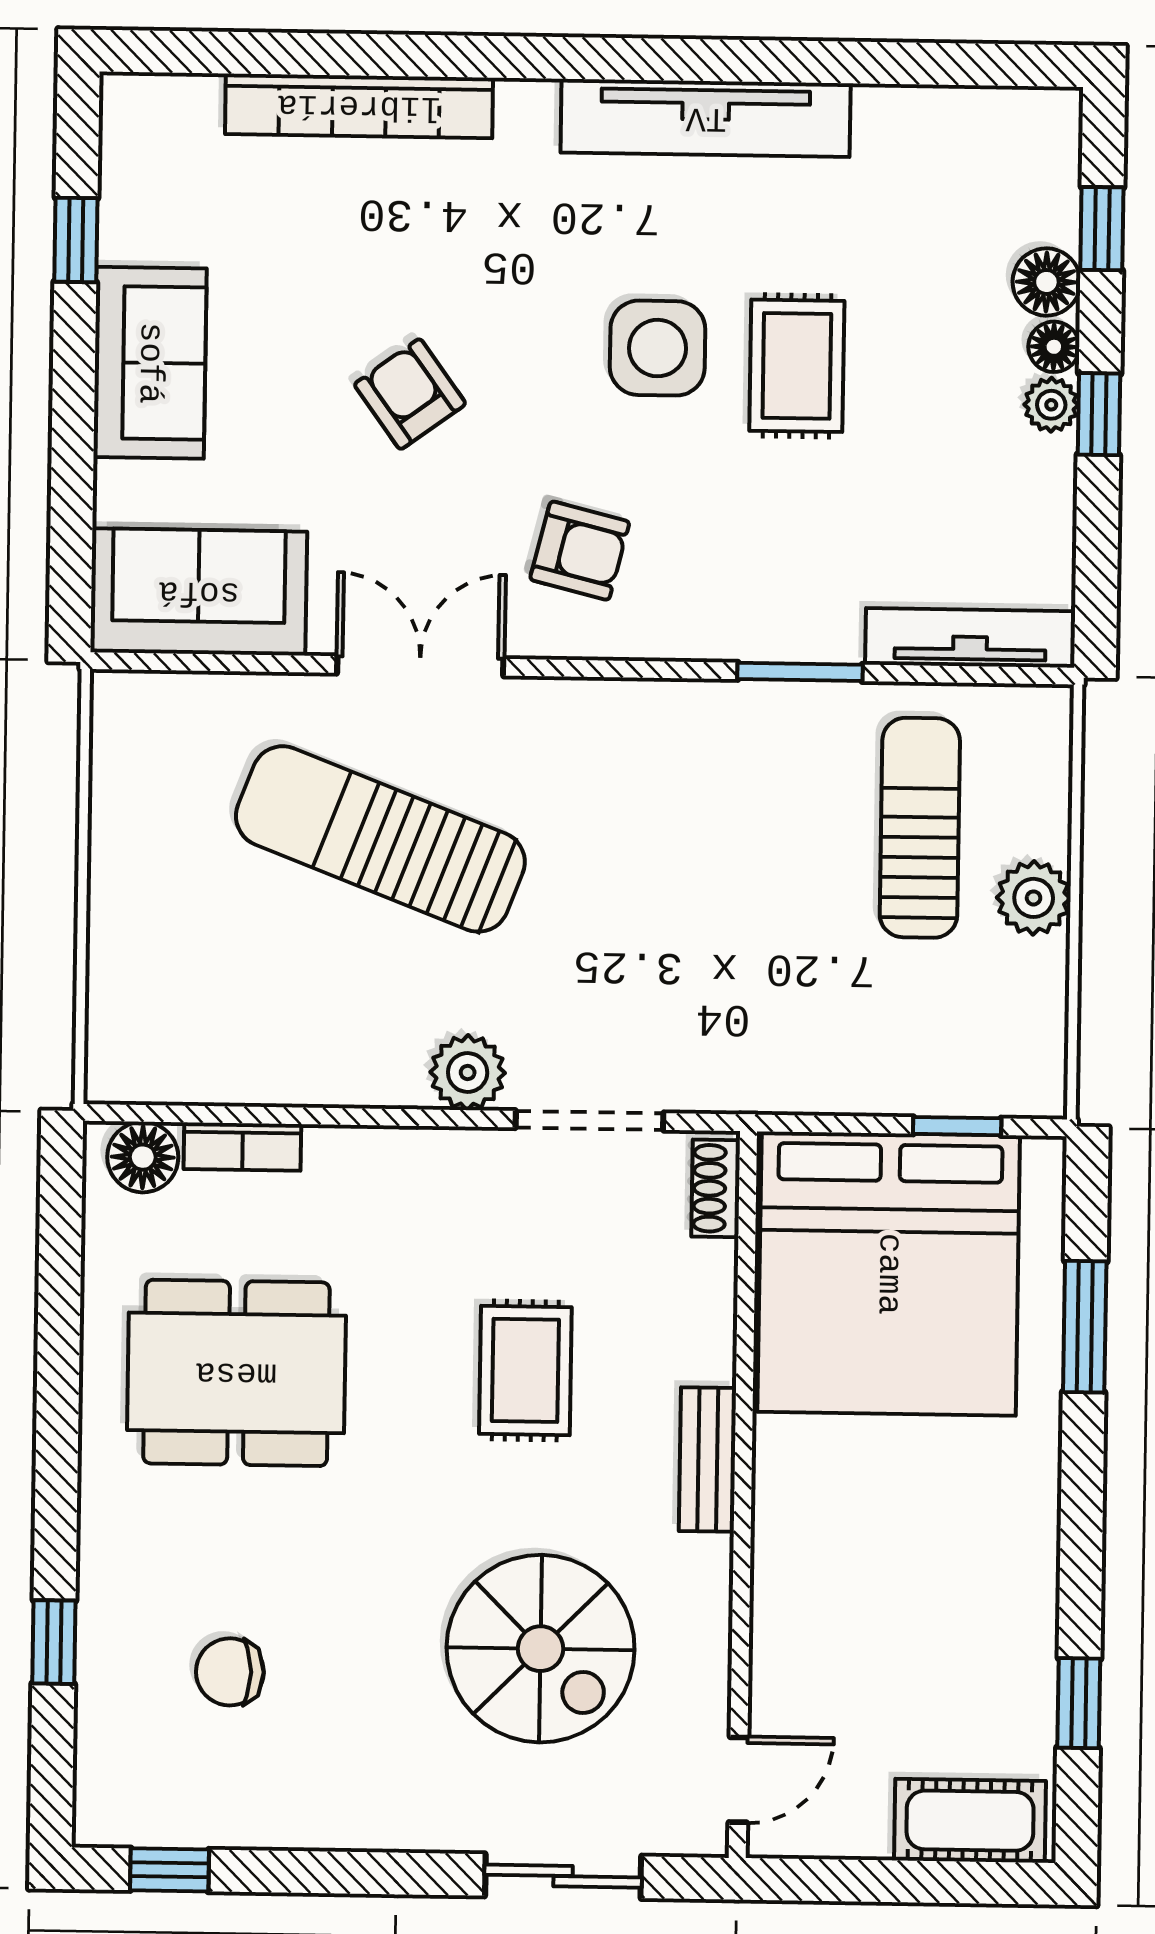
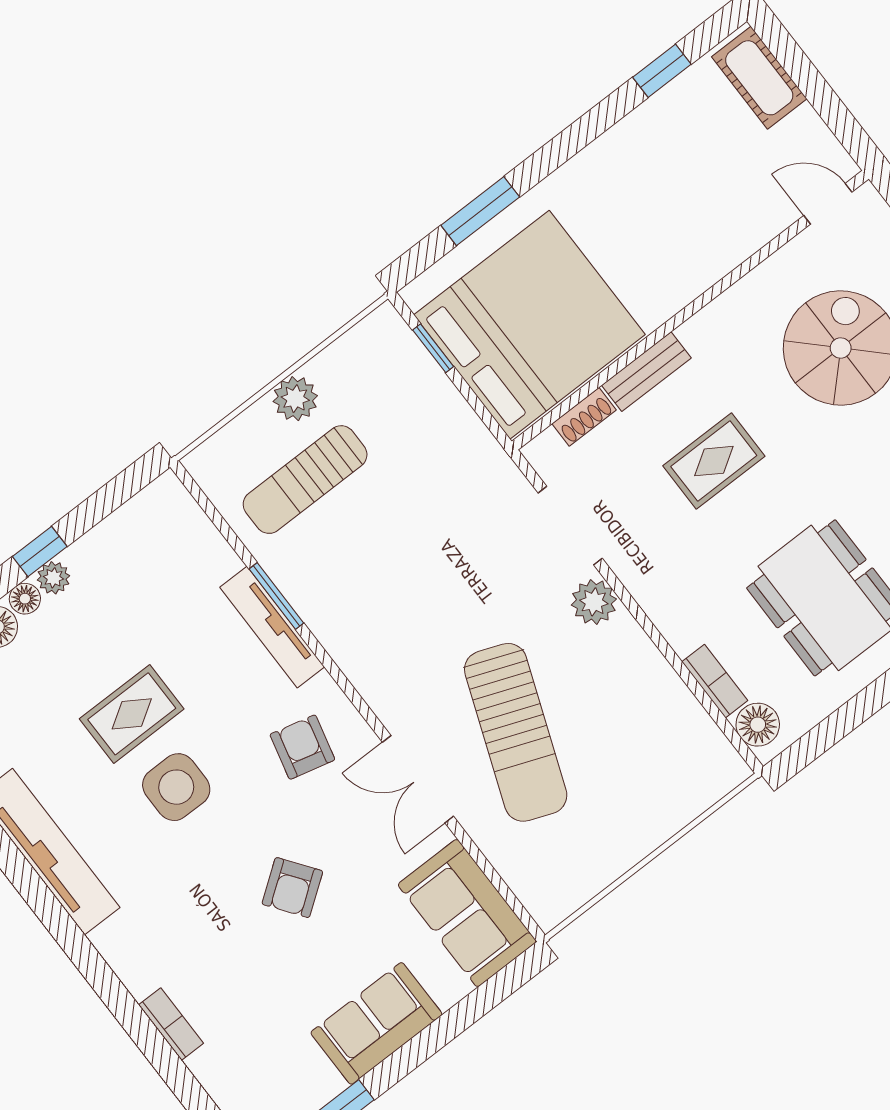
bookcase: (359, 106) -> (171, 1024), width x0.43, depth x0.76
tv unit: (970, 638) -> (272, 627), moved
shoe rack: (716, 1188) -> (584, 417), moved
bench: (708, 1459) -> (646, 372), moved

